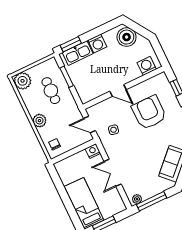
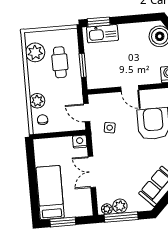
washing machine: (97, 43) -> (127, 32), removed
window: (67, 77) -> (83, 65), moved
plant: (23, 81) -> (35, 52), moved
plant: (39, 121) -> (37, 101), moved
plant: (147, 192) -> (120, 206), added

